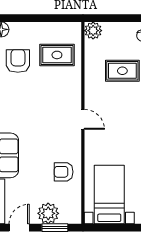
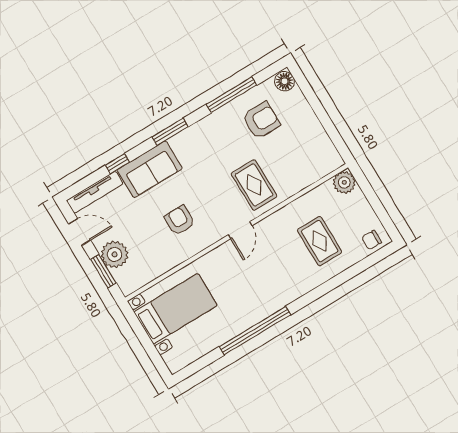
rug: (57, 55) -> (254, 185), moved
armchair: (64, 172) -> (180, 220), moved

